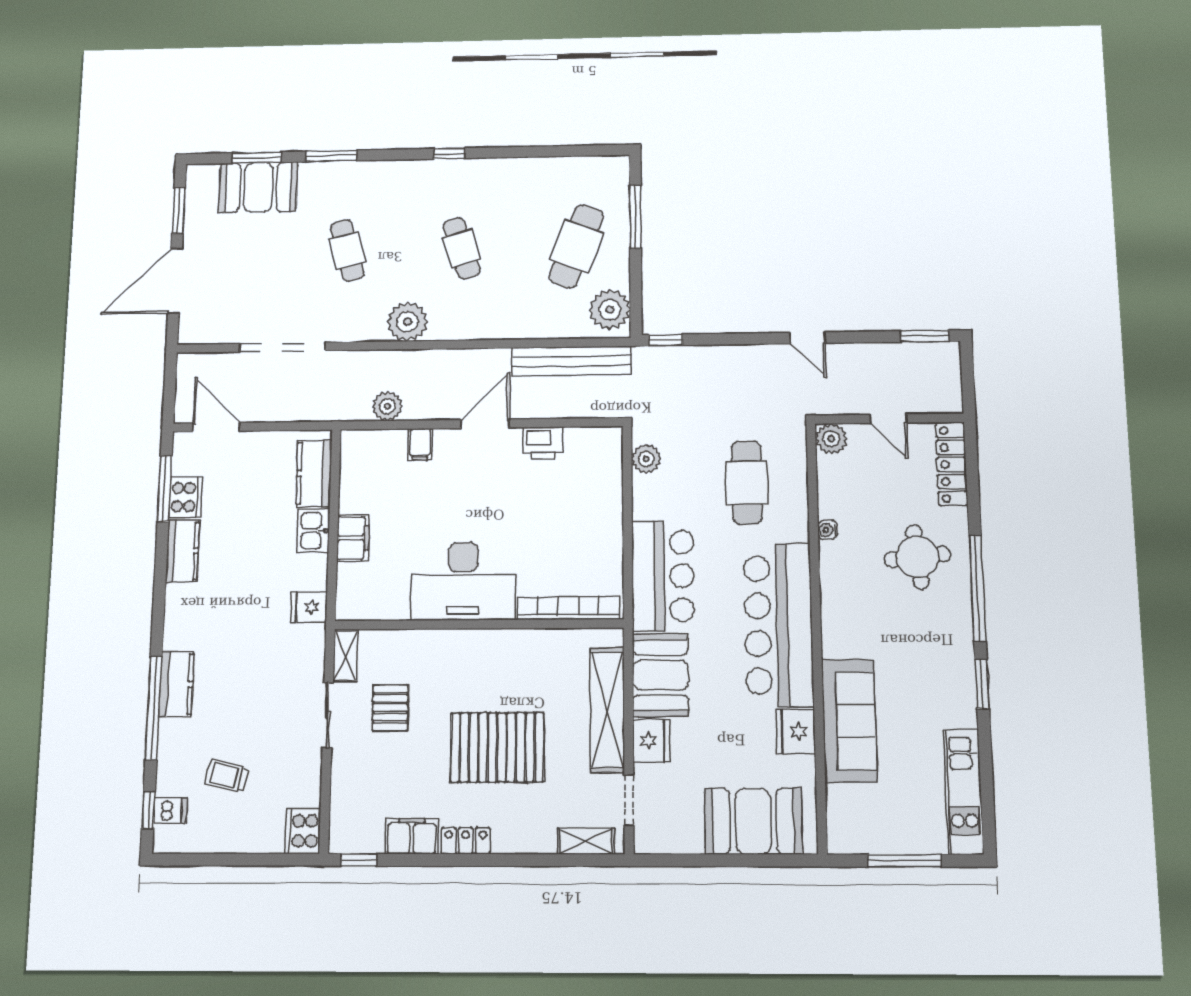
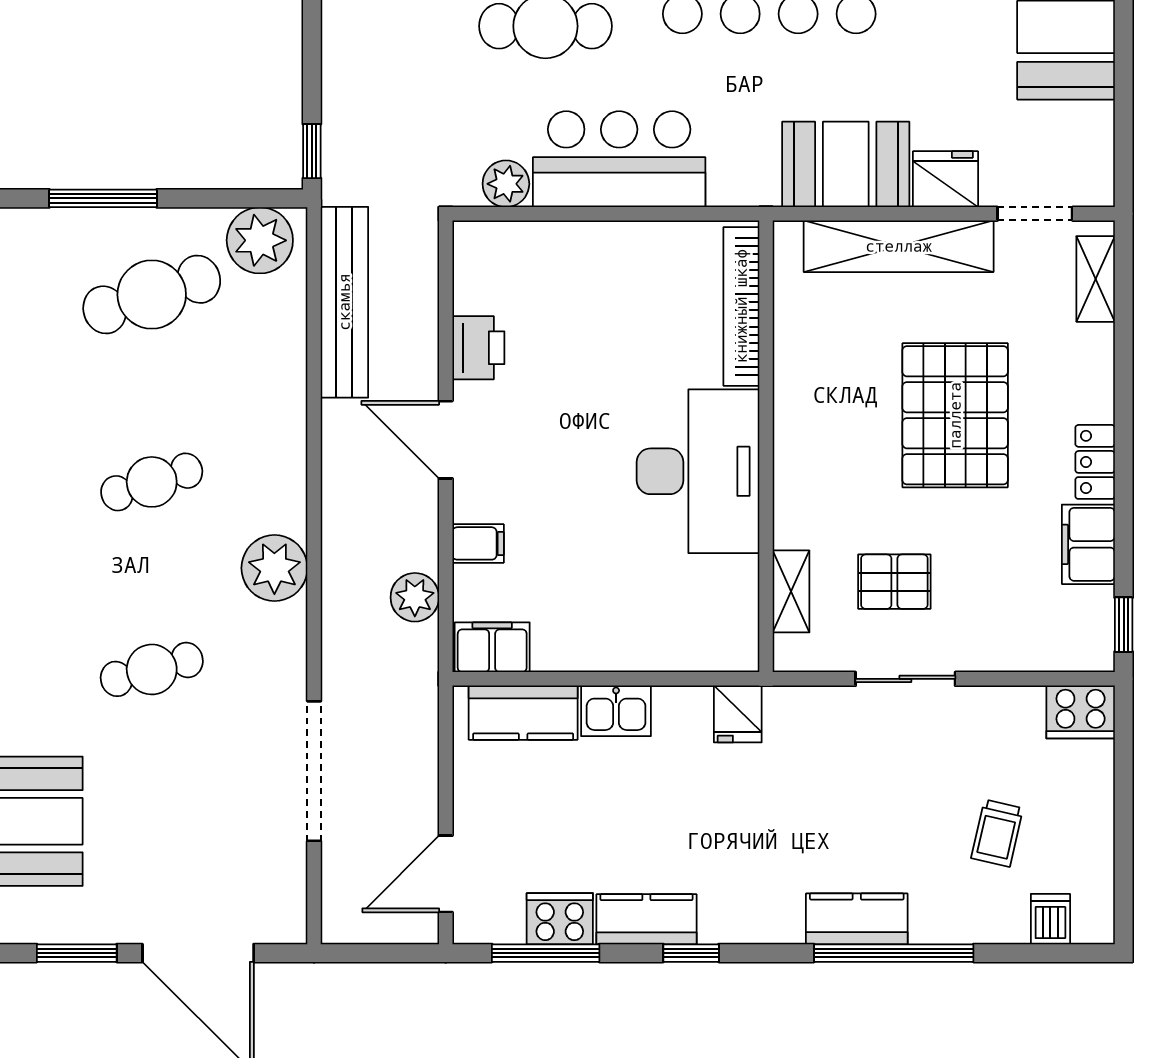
cafe table: (576, 246) -> (152, 295), turned -39
filing cabinet: (353, 538) -> (492, 647), moved
bar counter: (663, 576) -> (619, 159), moved
shelving: (345, 656) -> (791, 591), moved, turned 90
window: (148, 810) -> (691, 953), moved

